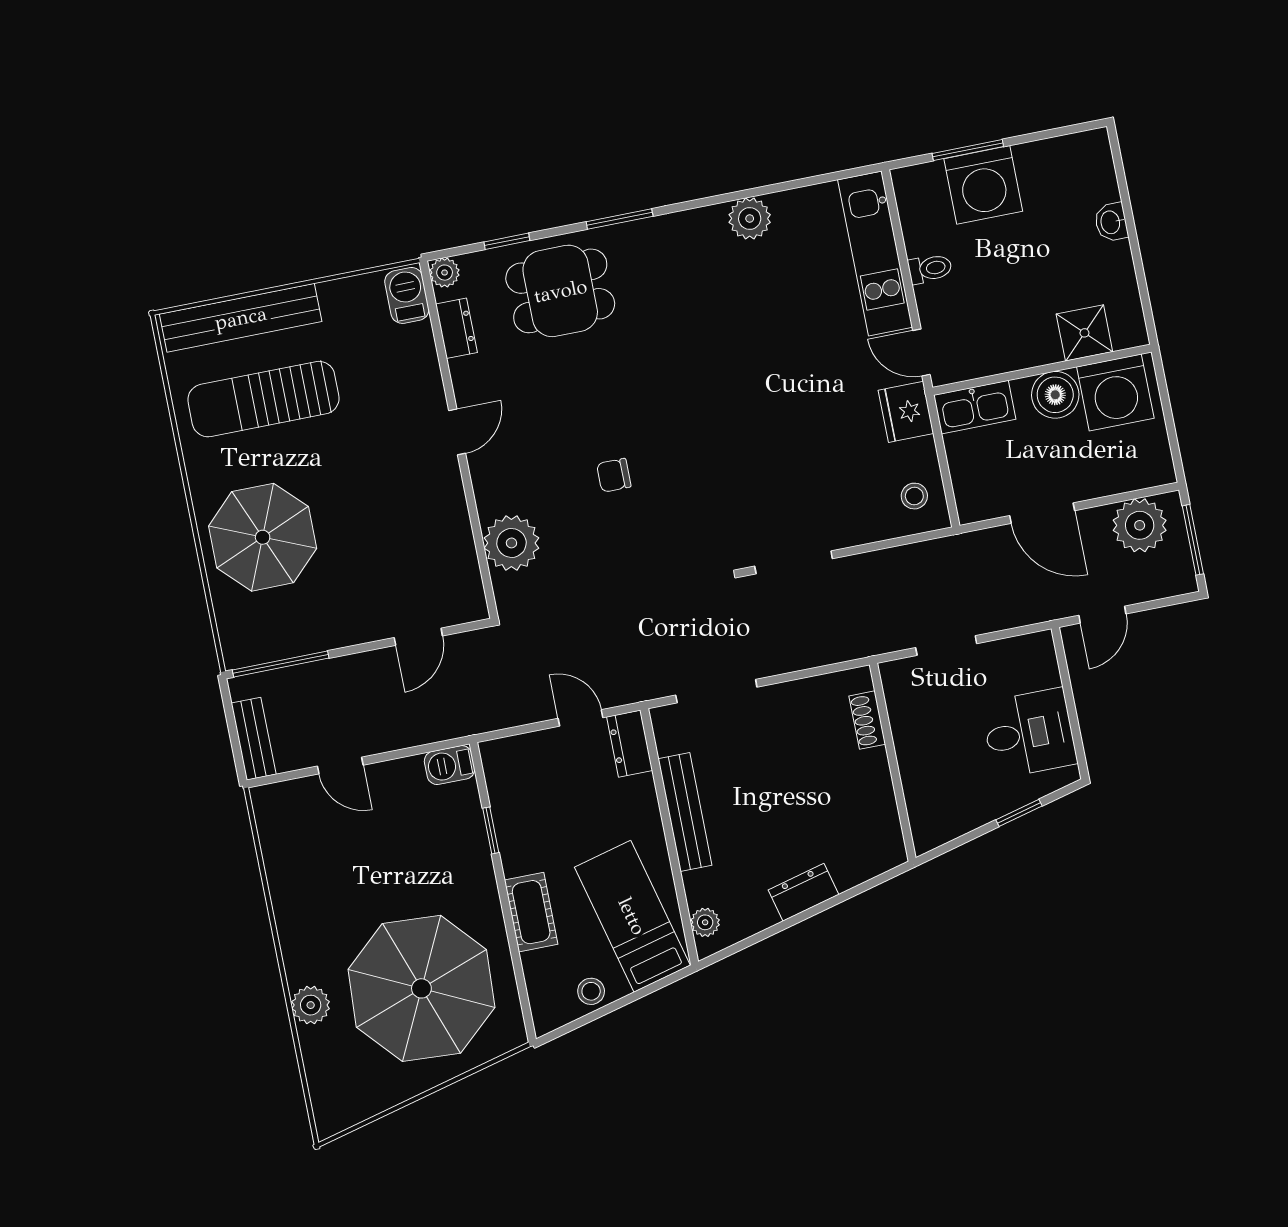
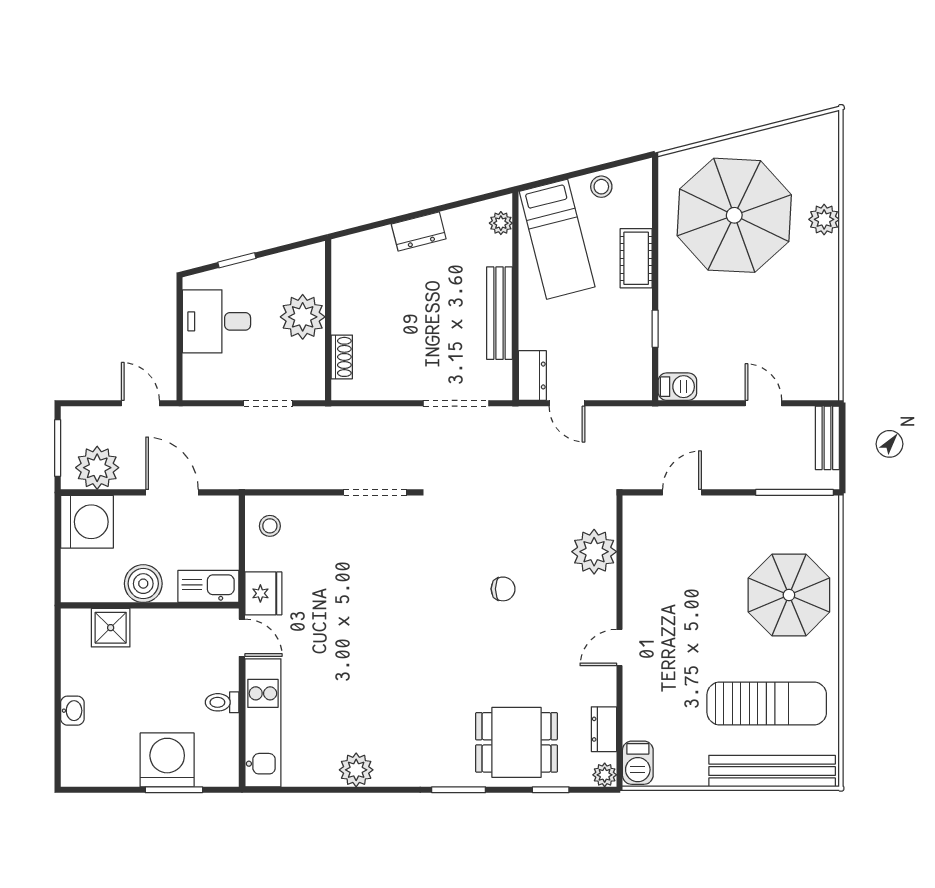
washing machine: (1115, 392) -> (87, 522), moved, turned 90
door: (1102, 615) -> (140, 403), hinge flipped
plant: (925, 760) -> (303, 317), added

